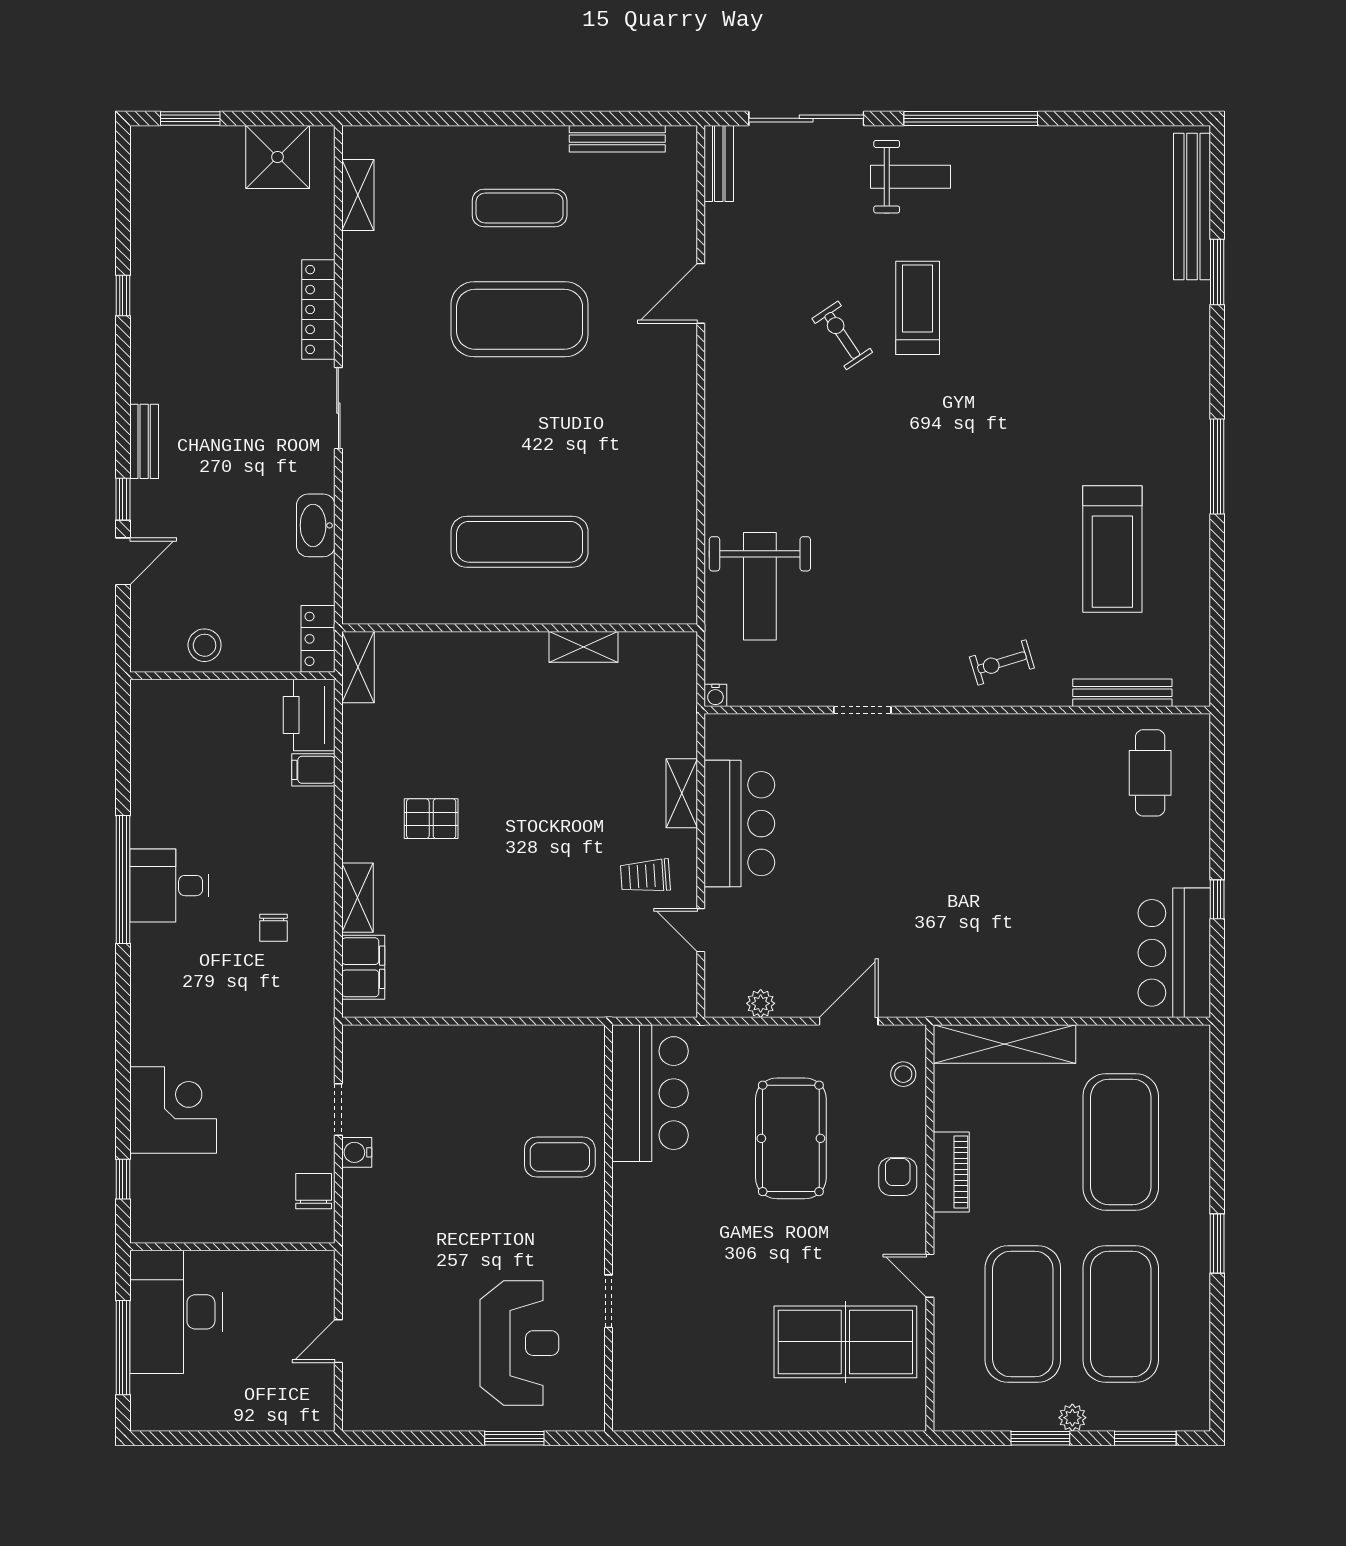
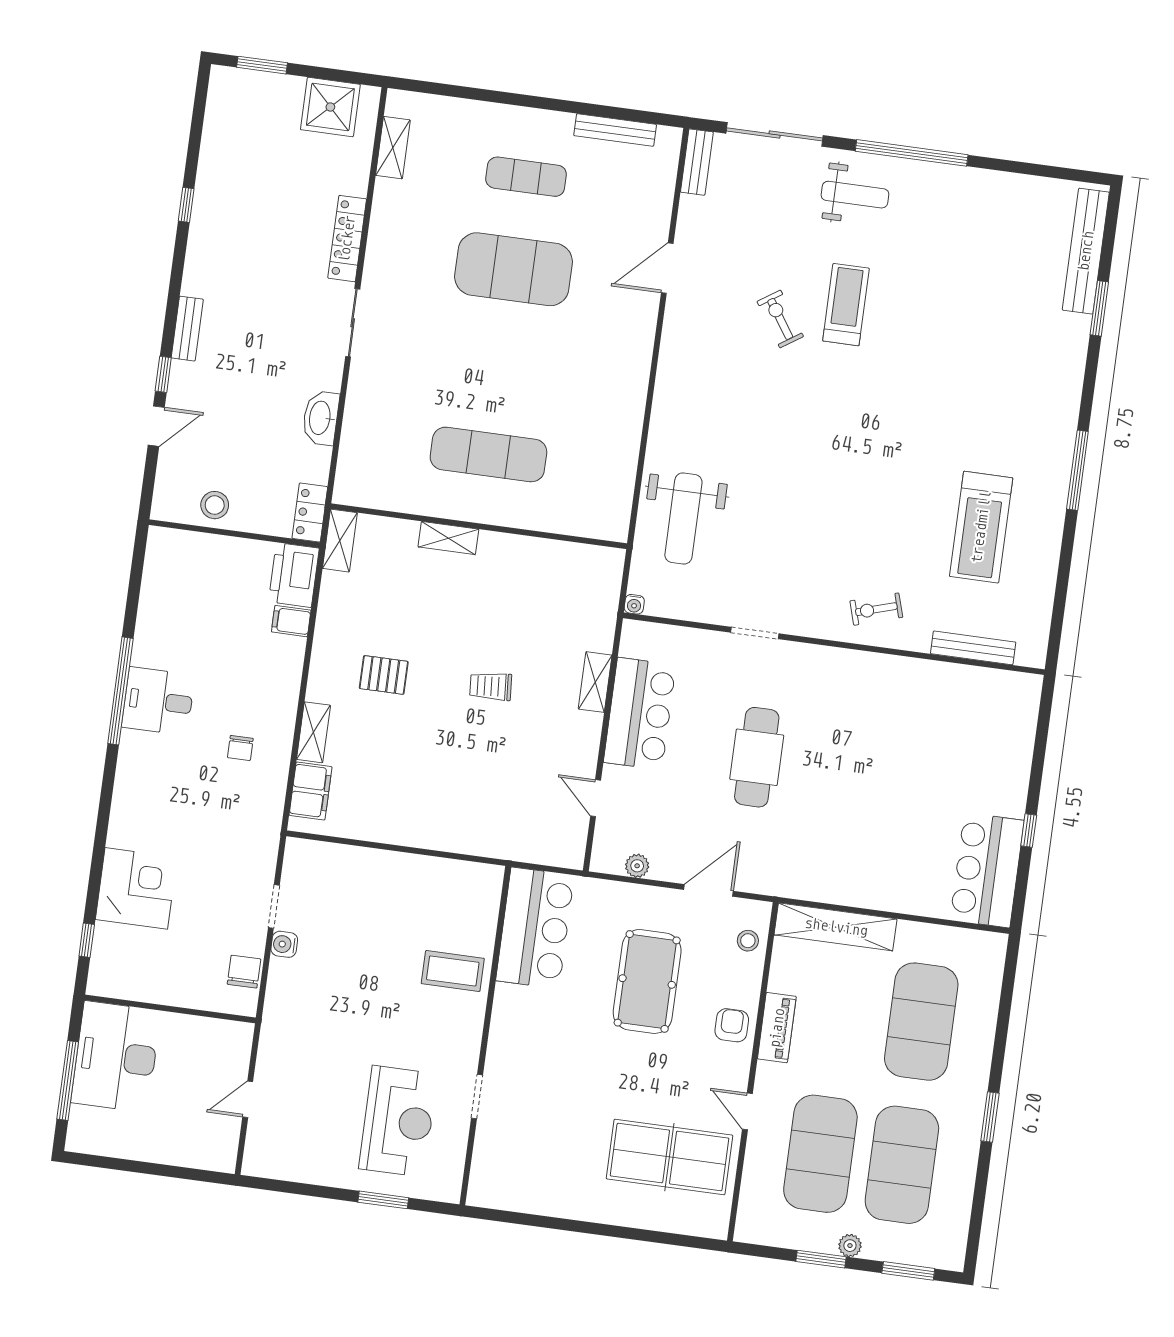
shelving: (583, 647) -> (448, 538), moved
cafe table: (1150, 773) -> (757, 757), moved, width x1.37, depth x1.35
trolley: (645, 876) -> (491, 686), moved

